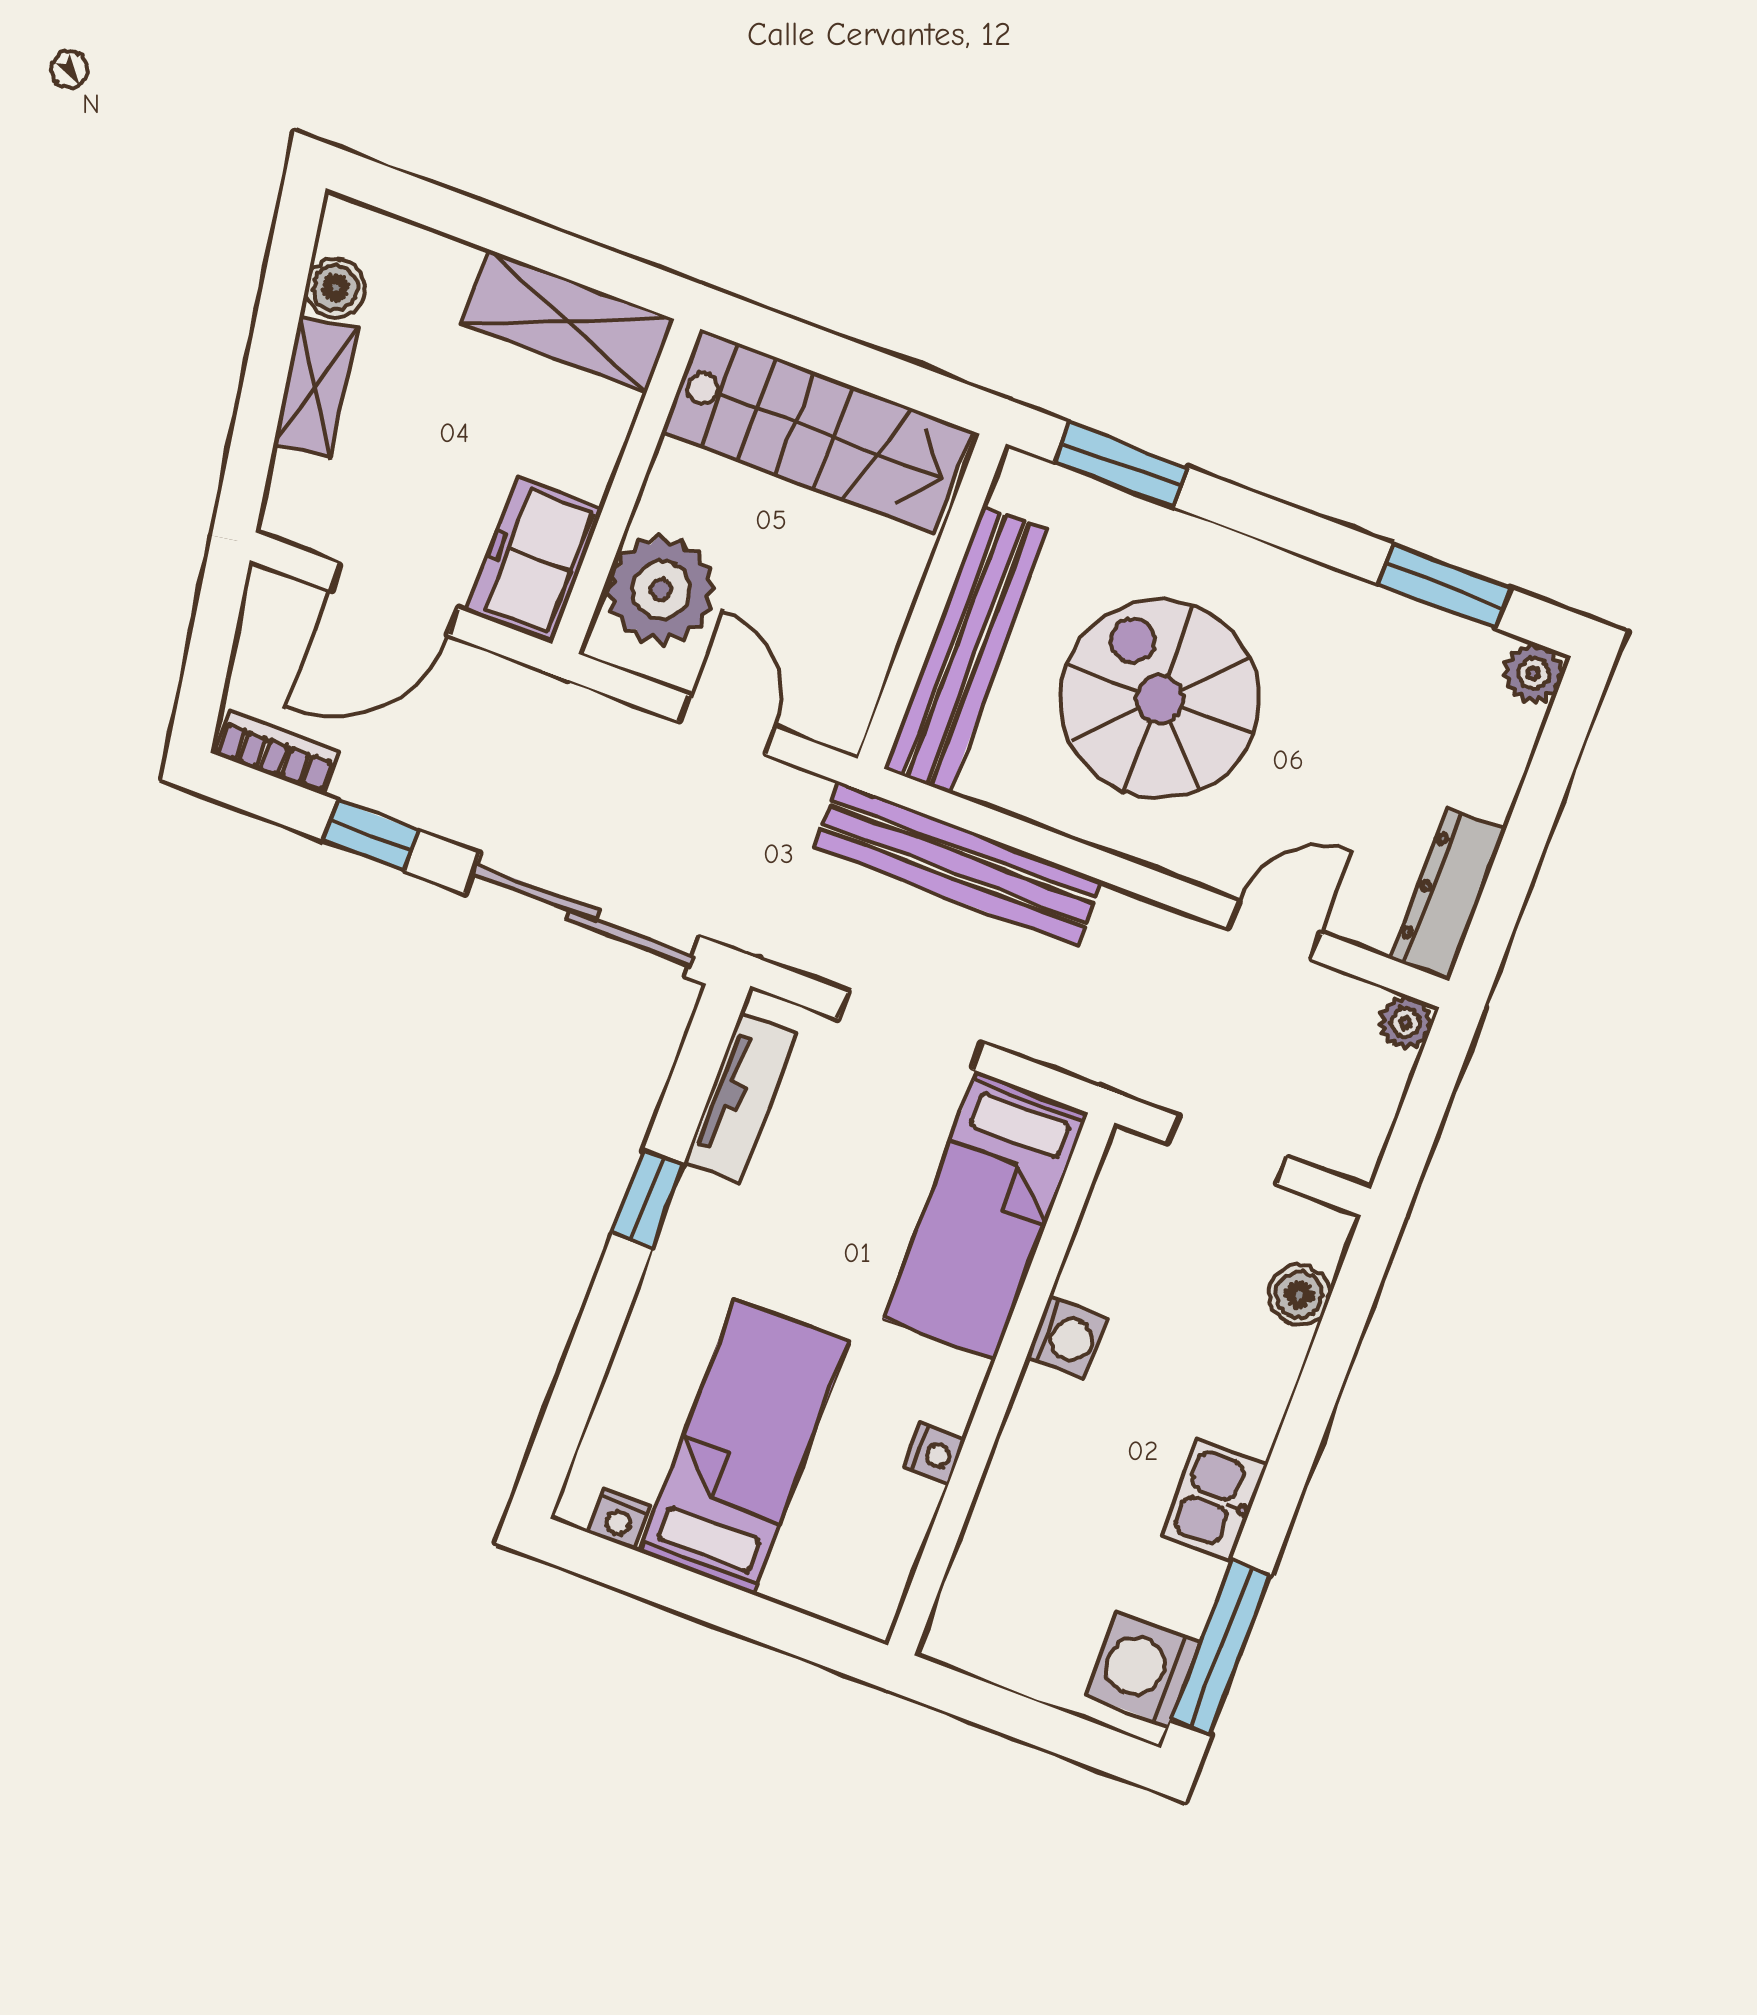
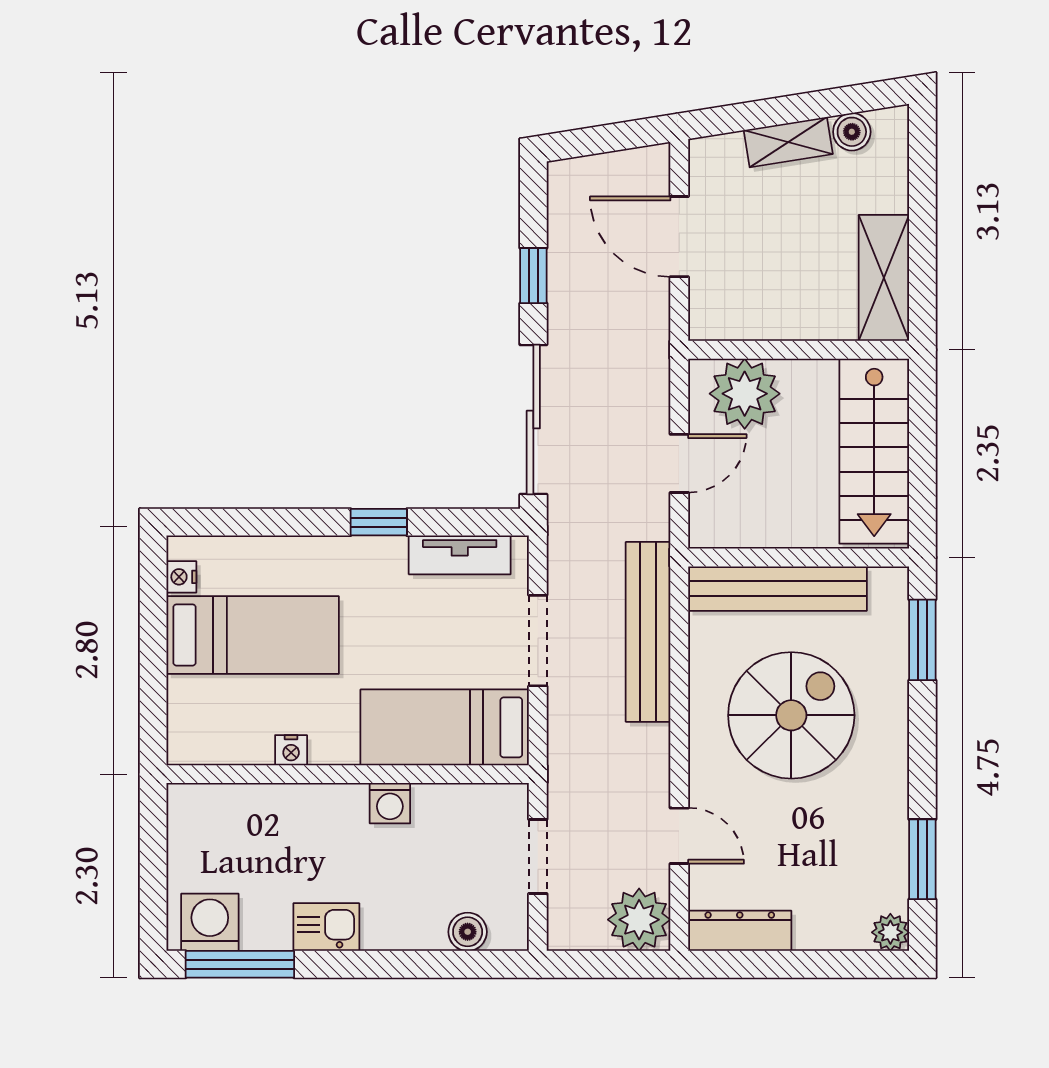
freezer: (535, 559) -> (735, 312), removed
bookcase: (276, 752) -> (562, 200), removed
plant: (1406, 1022) -> (639, 920), width x1.87, depth x1.87

